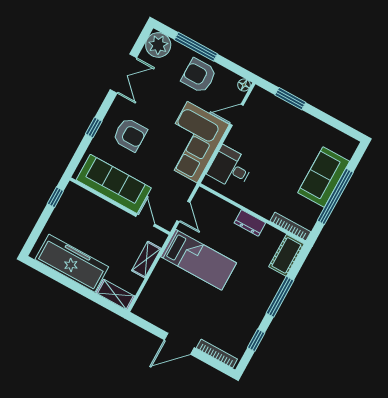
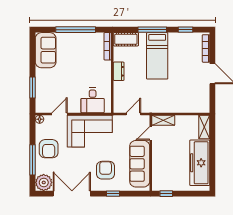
double door: (123, 74) -> (72, 194), width x1.37
door: (237, 115) -> (59, 114), swing flipped
sofa: (324, 177) -> (46, 50), moved, turned -90
shelving: (146, 260) -> (163, 120), moved
bed: (199, 260) -> (157, 56), moved, turned 180

